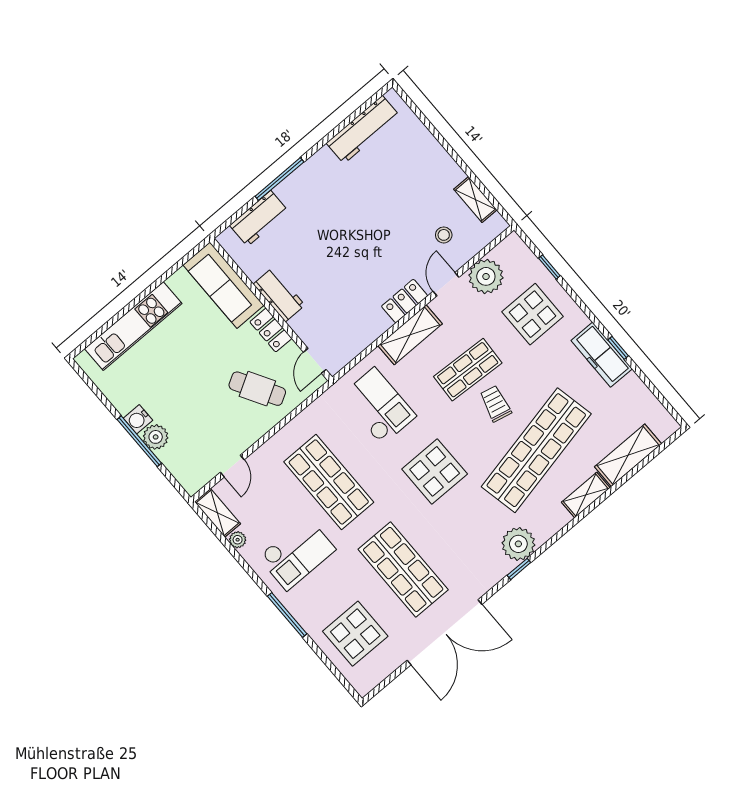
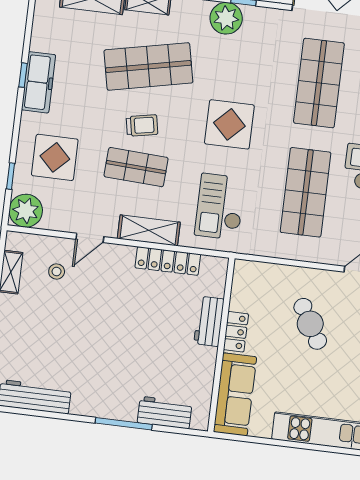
plant: (486, 276) -> (26, 211), moved
workbench: (279, 295) -> (209, 321), moved
locker: (405, 301) -> (168, 261), moved, width x1.53
door: (315, 361) -> (229, 281), removed
cafe table: (257, 389) -> (310, 324), moved
trolley: (496, 404) -> (142, 125), turned -114
shop shelf: (536, 450) -> (148, 66), width x0.71

